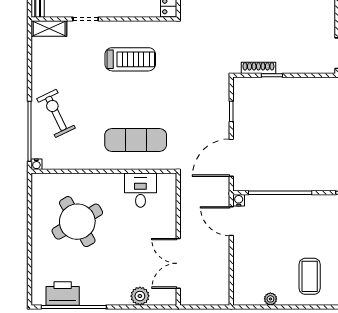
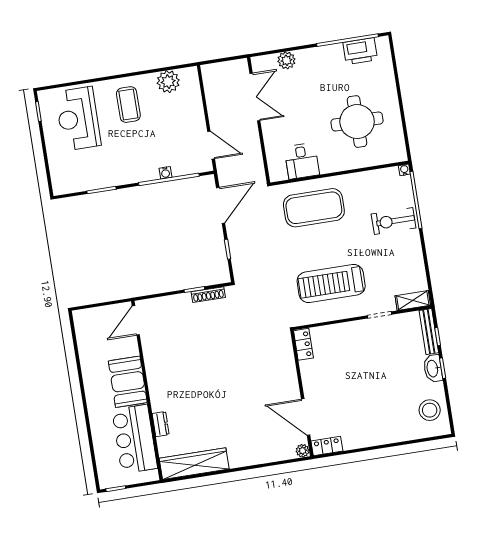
treadmill: (130, 59) -> (331, 283), width x1.37, depth x1.38
exercise bike: (56, 113) -> (394, 221), turned 116
exercise mat: (136, 140) -> (314, 208), width x1.47
water cooler: (239, 200) -> (165, 173), moved
round table: (77, 222) -> (357, 122), turned 30
plant: (270, 299) -> (168, 82), width x1.88, depth x1.88

